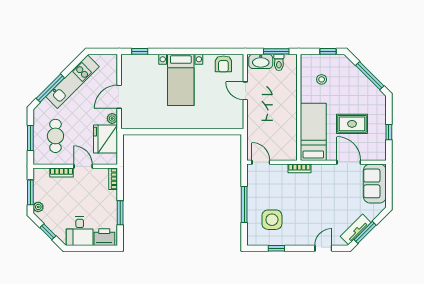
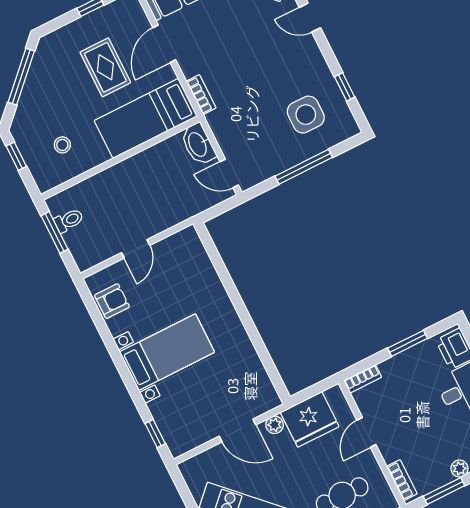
washbasin: (261, 61) -> (198, 144), moved, turned 180
door: (261, 162) -> (229, 173), hinge flipped
bookcase: (299, 168) -> (201, 95), moved
bookcase: (62, 173) -> (402, 480), moved

